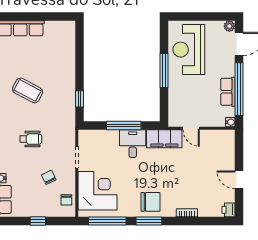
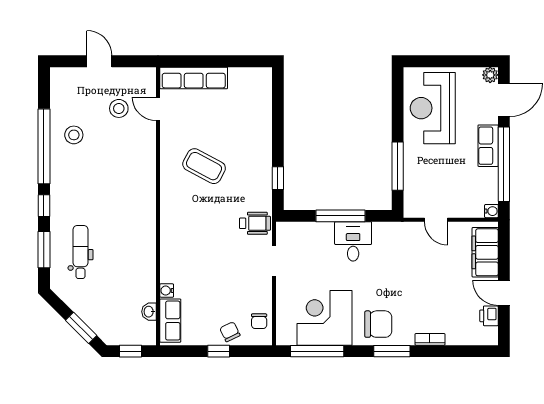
window: (164, 70) -> (398, 166), moved
row of seats: (228, 92) -> (488, 146), moved
wheelchair: (31, 139) -> (255, 223), moved
filing cabinet: (164, 139) -> (485, 252), moved, turned 90
chair: (49, 177) -> (230, 332), moved
corner desk: (98, 191) -> (325, 318), moved, turned -90
printer: (229, 210) -> (489, 316), moved
window: (149, 221) -> (392, 351), moved

